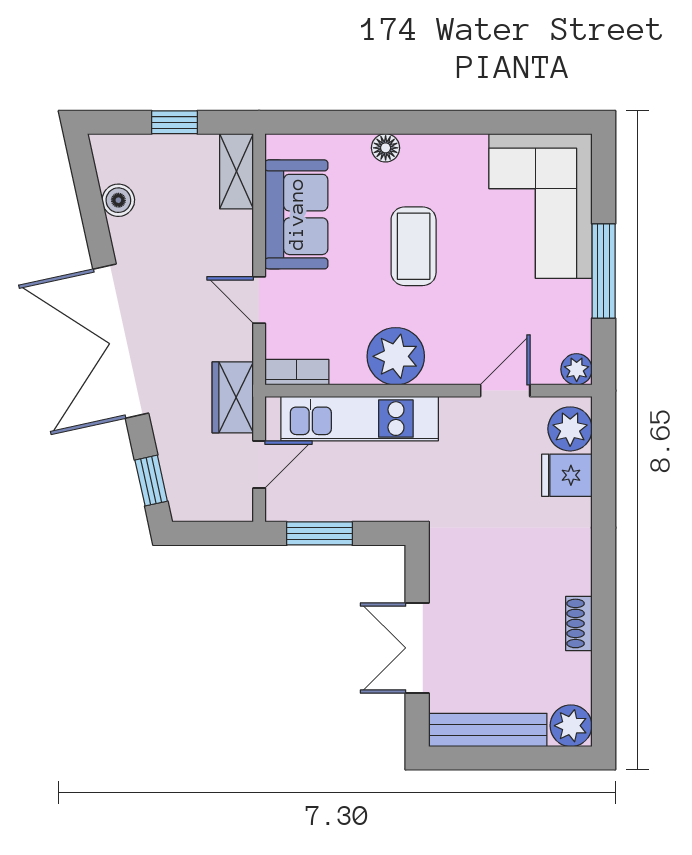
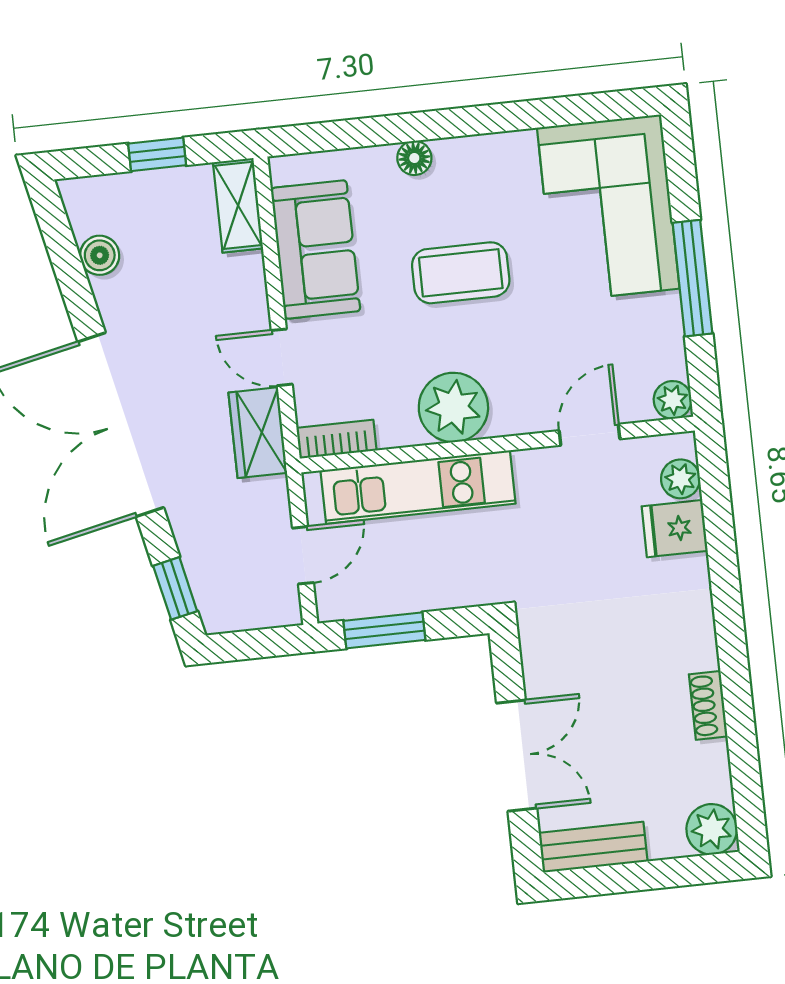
coffee table: (414, 246) -> (461, 273), turned 90
wardrobe: (233, 397) -> (258, 433), moved
plant: (570, 429) -> (680, 479), width x0.73, depth x0.73
double door: (417, 648) -> (517, 756), swing flipped
bench: (488, 730) -> (593, 847), width x0.73

